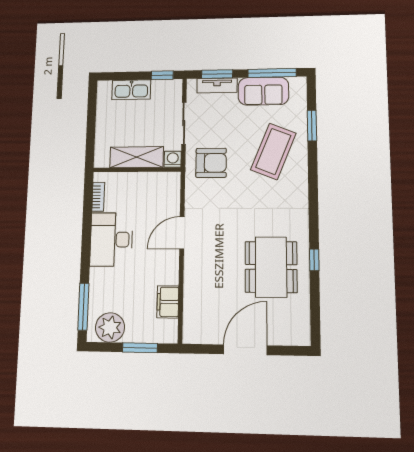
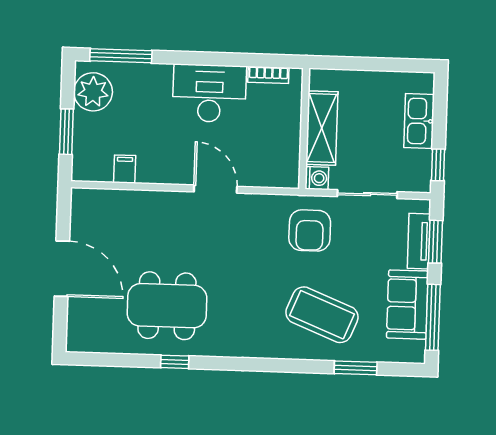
filing cabinet: (168, 302) -> (125, 169), width x0.50

